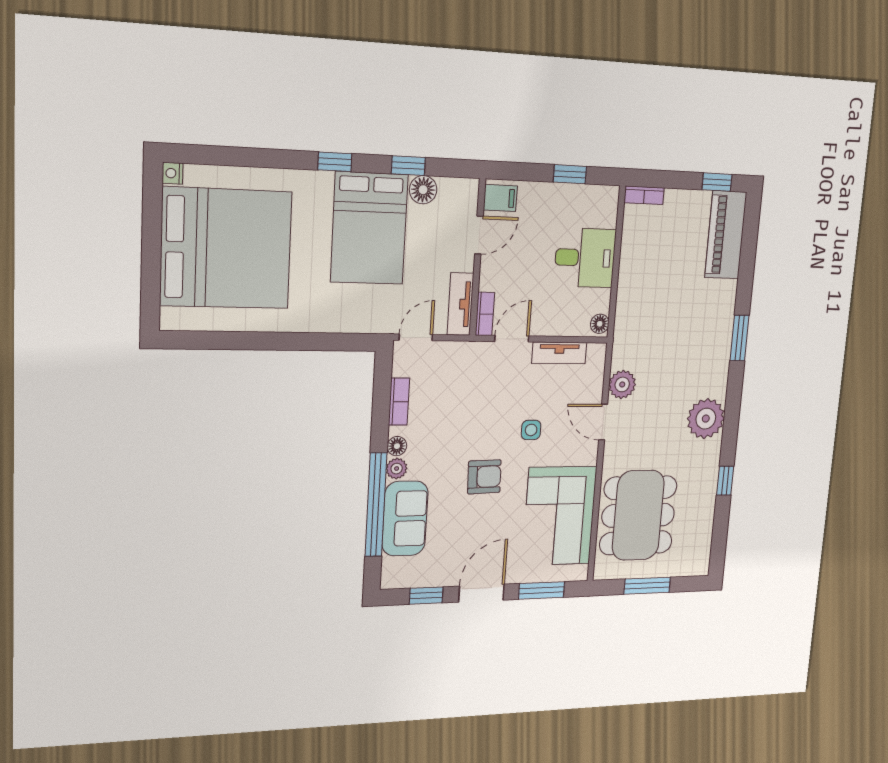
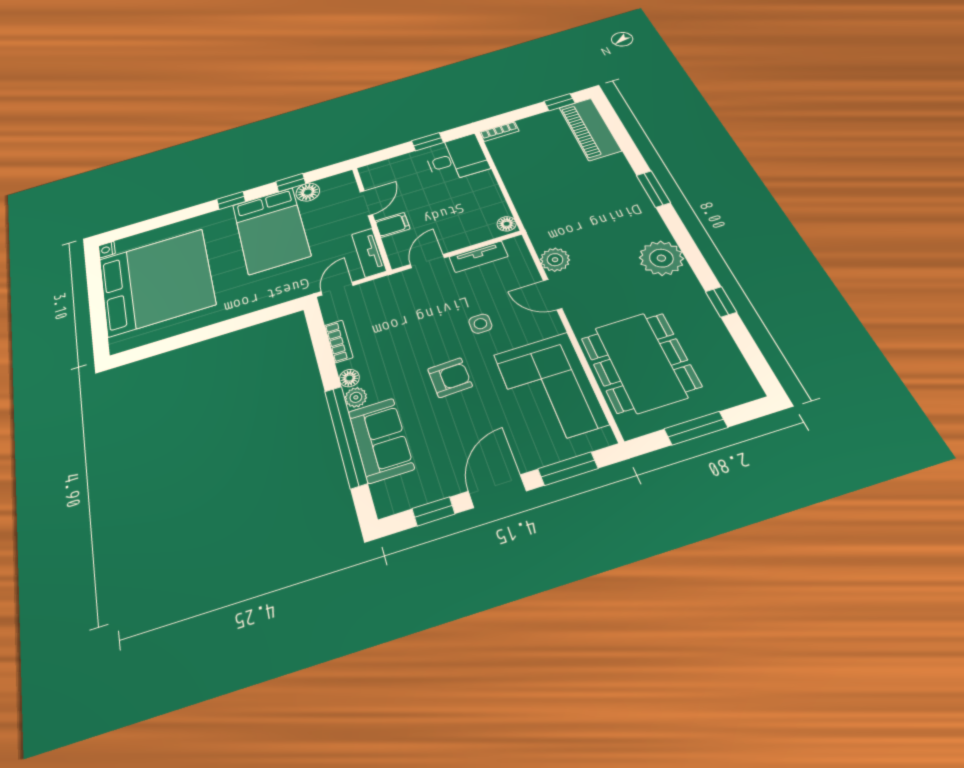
filing cabinet: (500, 198) -> (392, 225), moved
desk: (585, 258) -> (456, 158), moved
bookcase: (485, 314) -> (394, 252), removed

